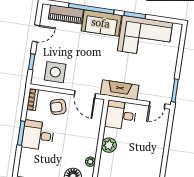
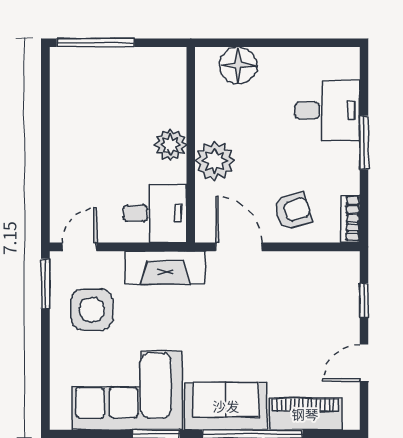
side table: (55, 72) -> (92, 310), moved
desk: (38, 135) -> (327, 110), moved
plant: (90, 162) -> (215, 161), moved, width x1.88, depth x1.88

